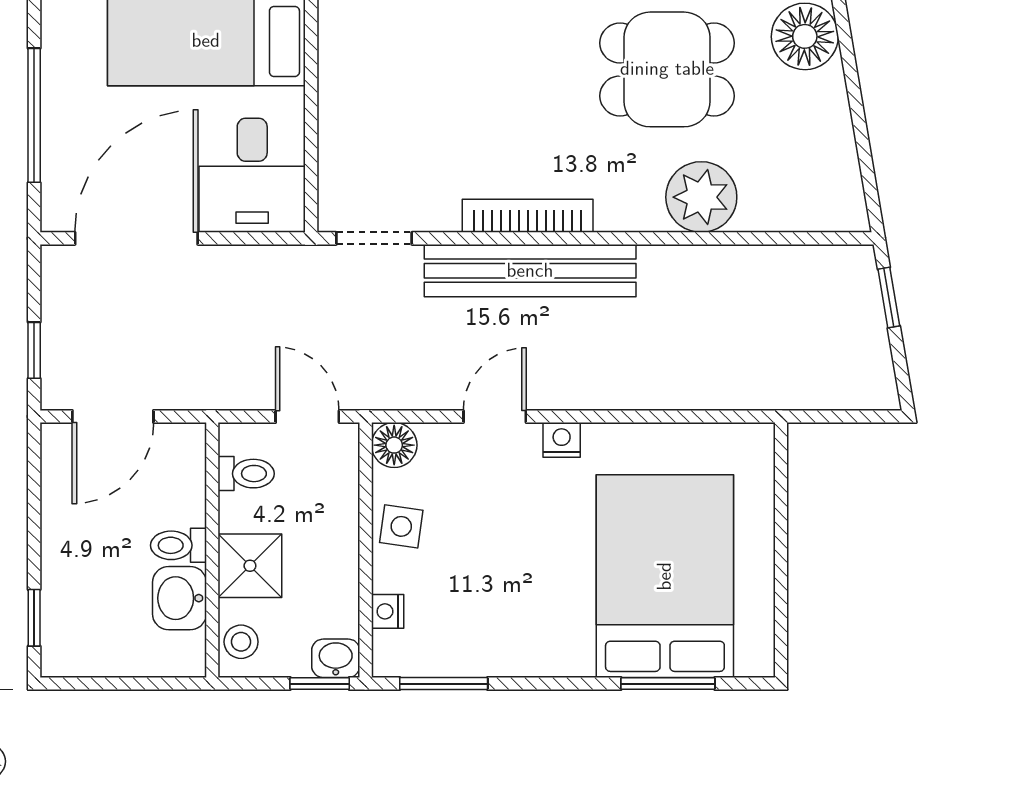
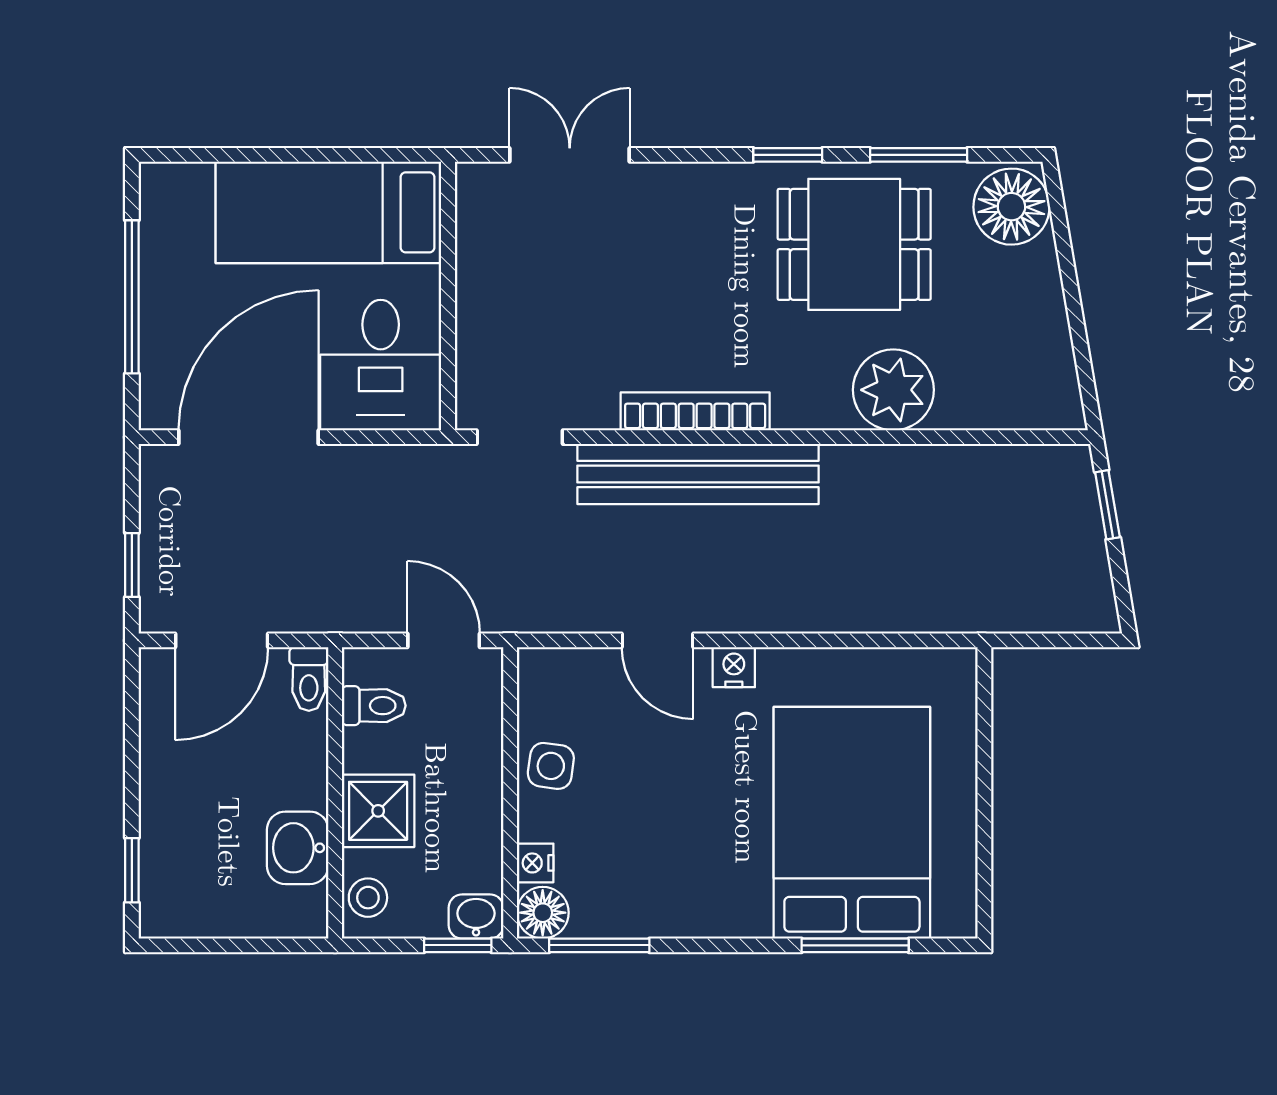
door: (495, 416) -> (658, 640), swing flipped
floor lamp: (394, 445) -> (543, 913), moved
toilet: (178, 545) -> (309, 679), moved, turned -90

